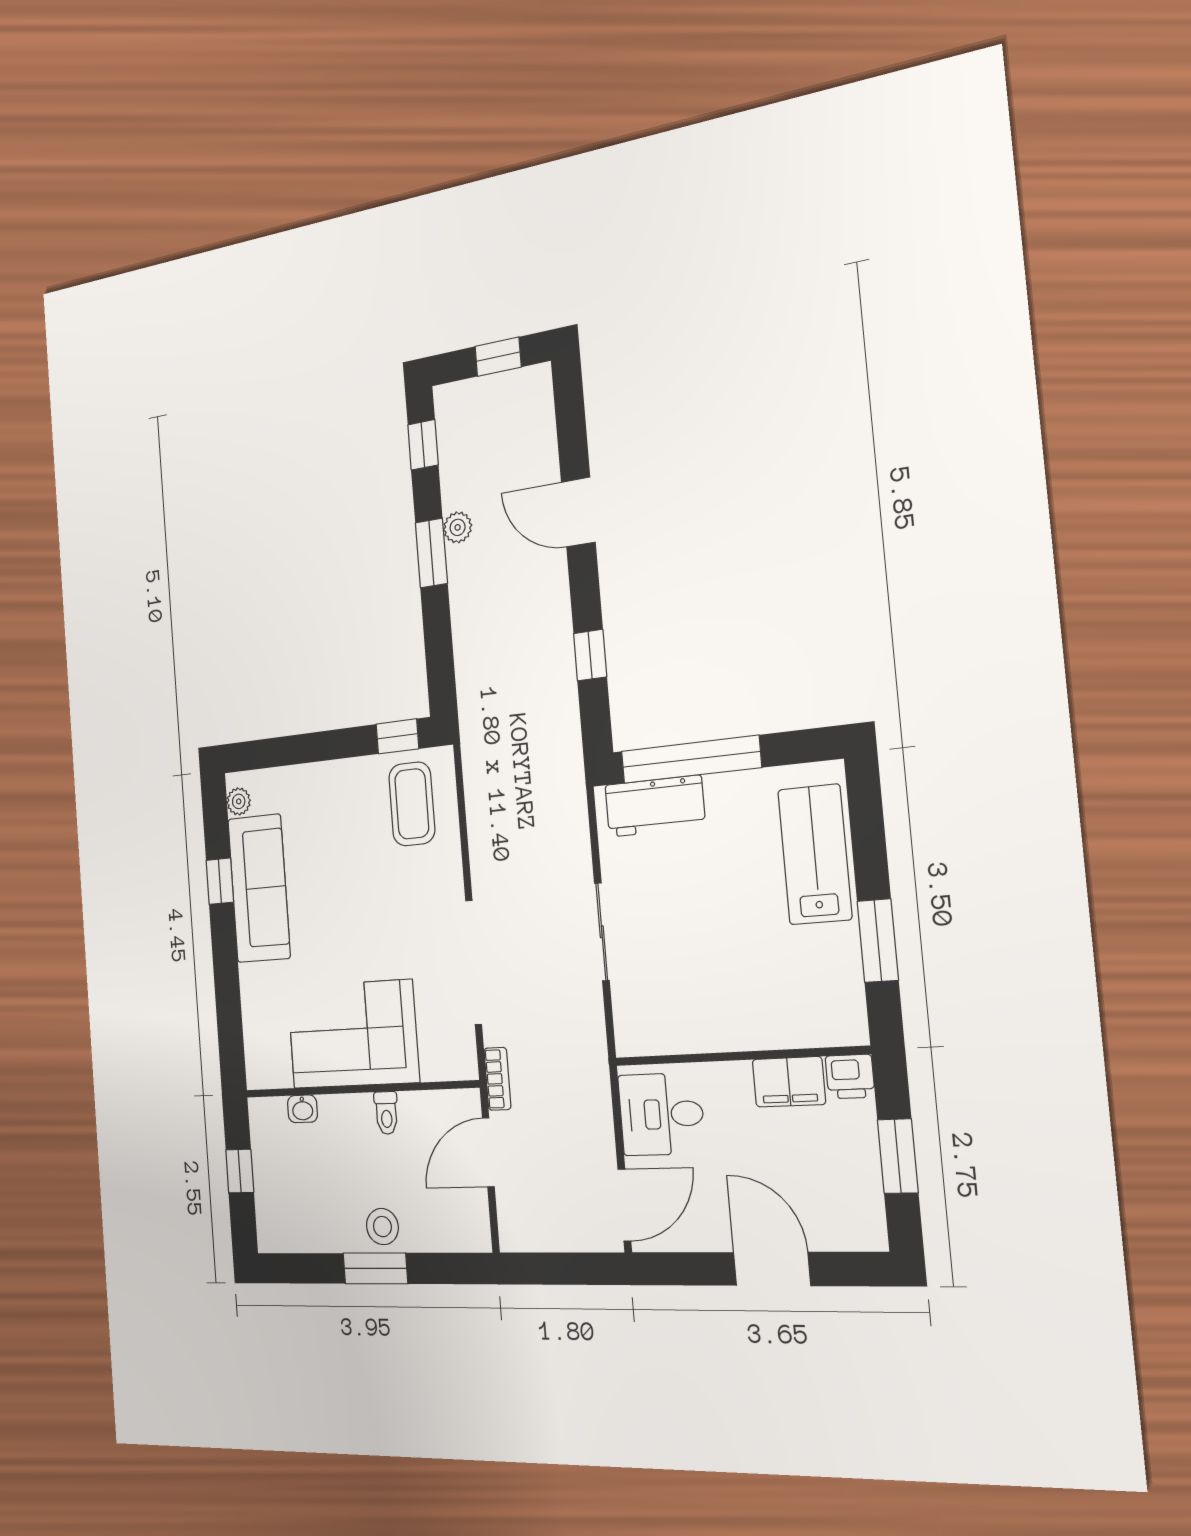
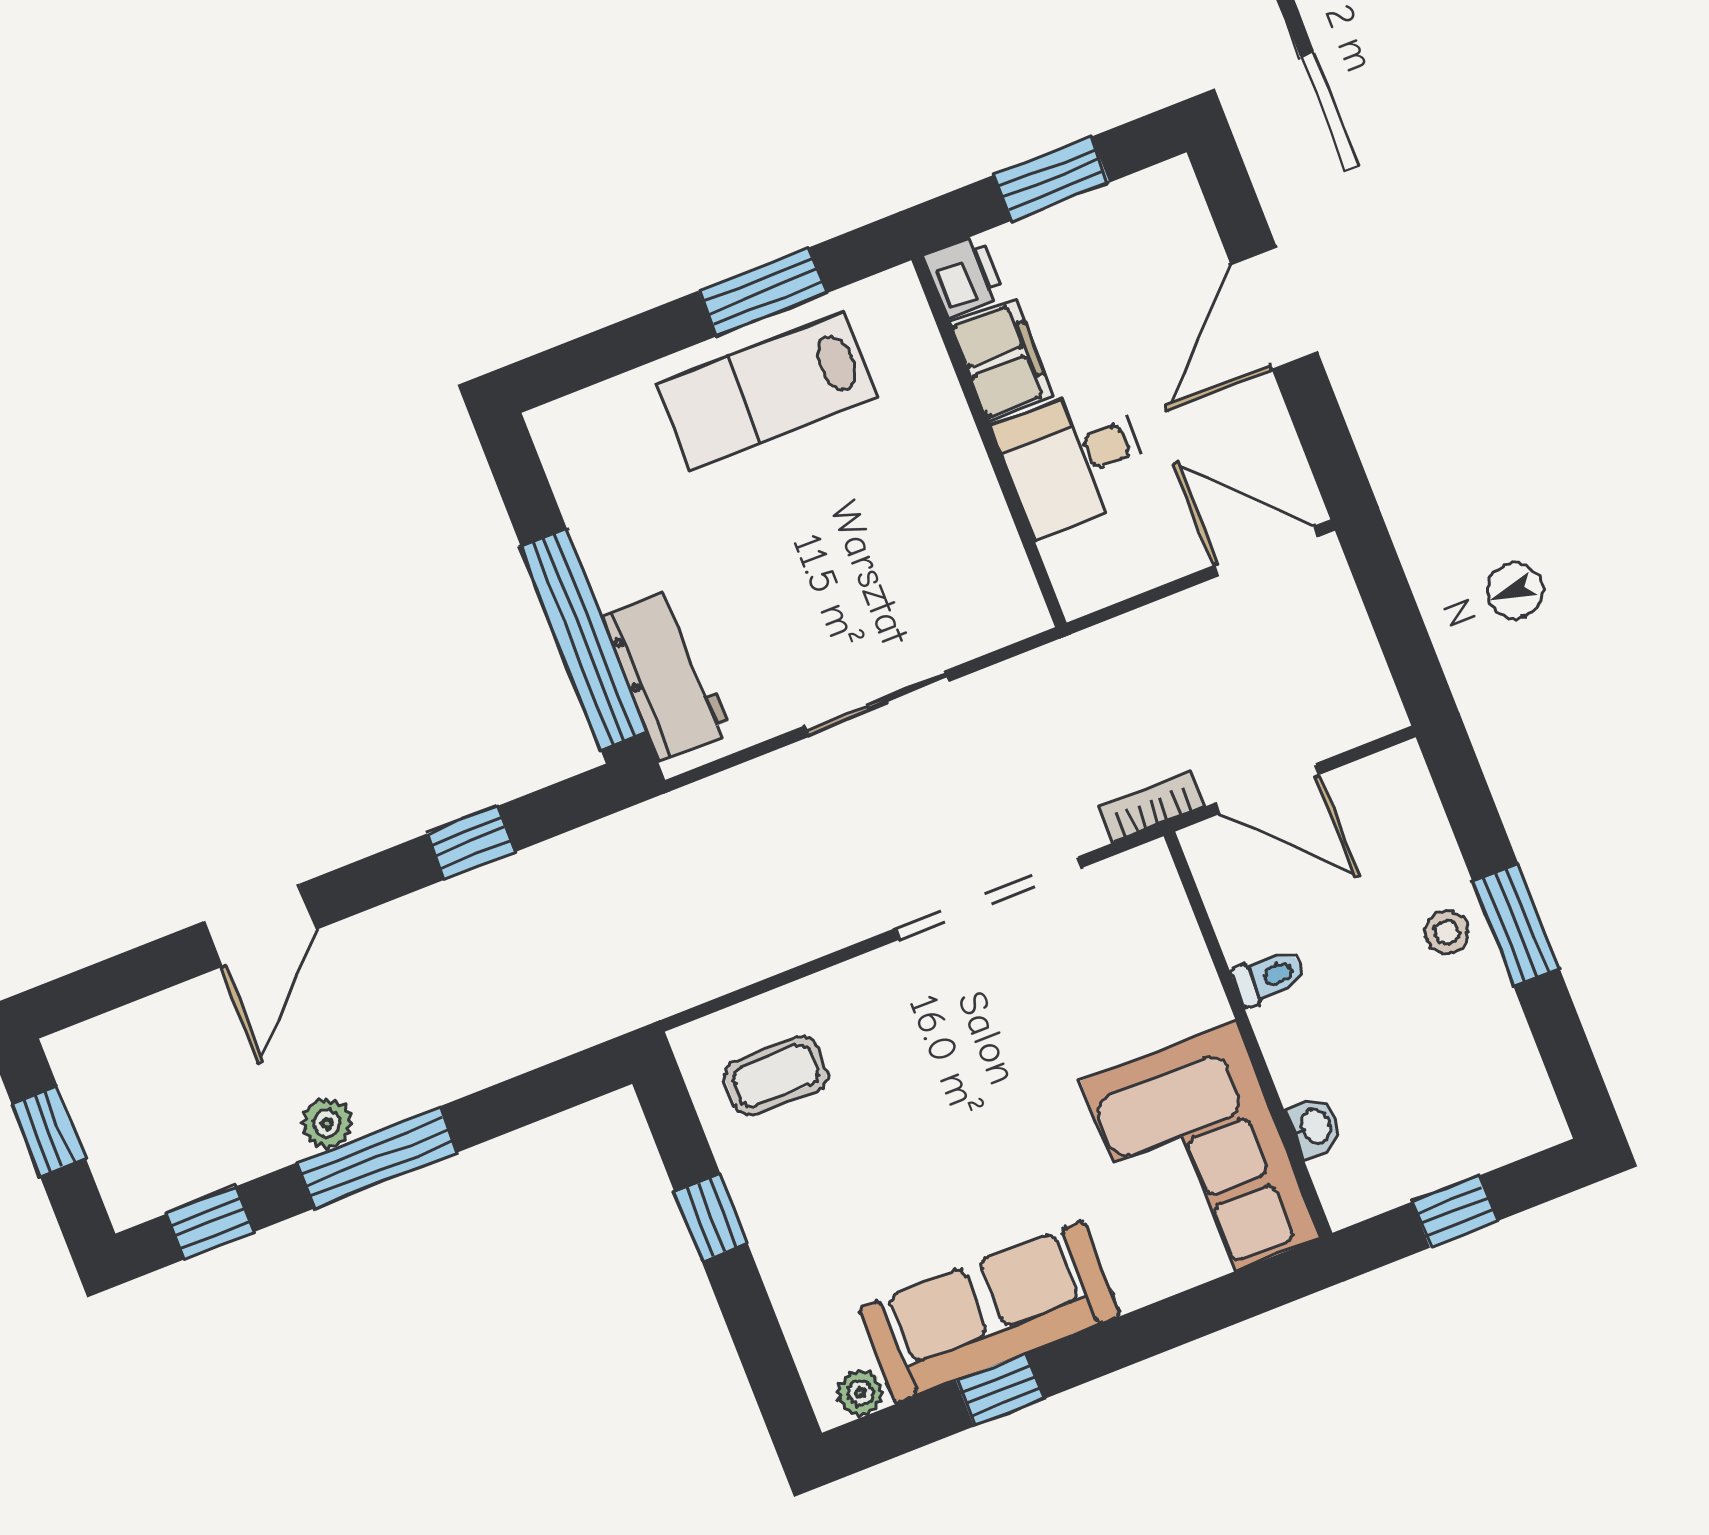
window: (431, 553) -> (377, 1158), width x1.44
window: (397, 736) -> (711, 1218), moved
coffee table: (412, 804) -> (776, 1076), width x0.73, depth x0.77
lab bench: (815, 854) -> (766, 391), moved
corner sofa: (353, 1034) -> (1201, 1159), moved
desk: (661, 1114) -> (1073, 459), moved, turned 90
stool: (382, 1227) -> (1447, 932), width x0.73, depth x0.73

